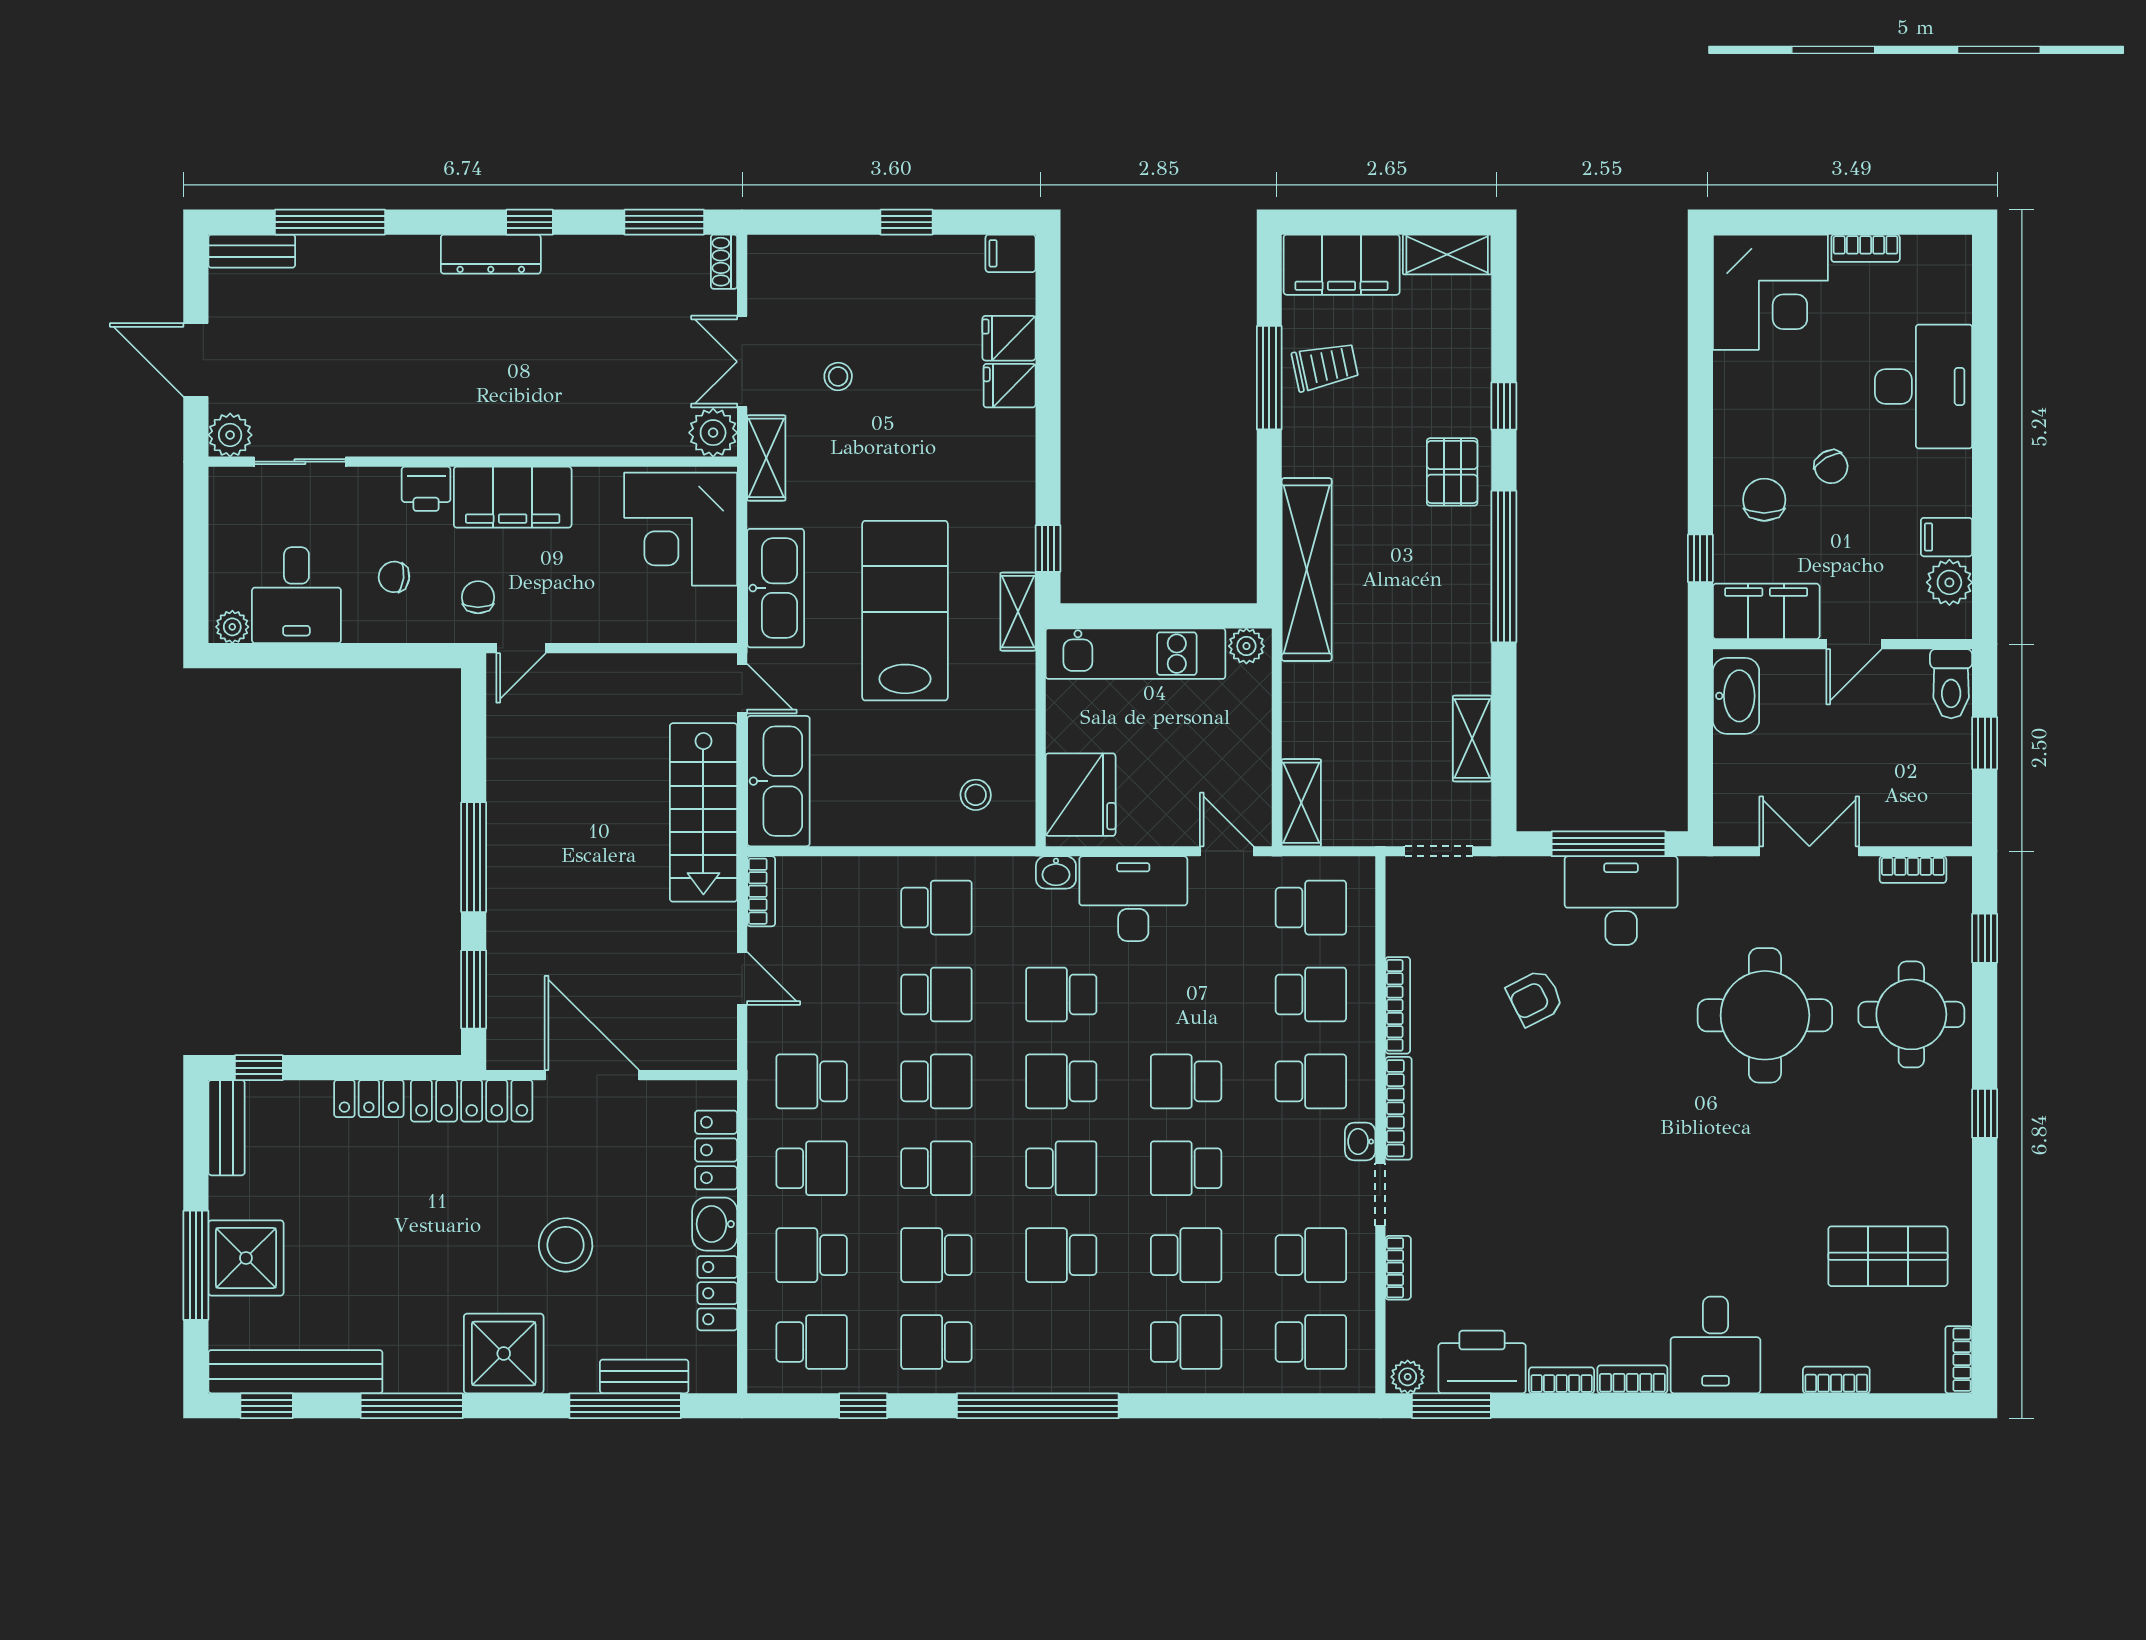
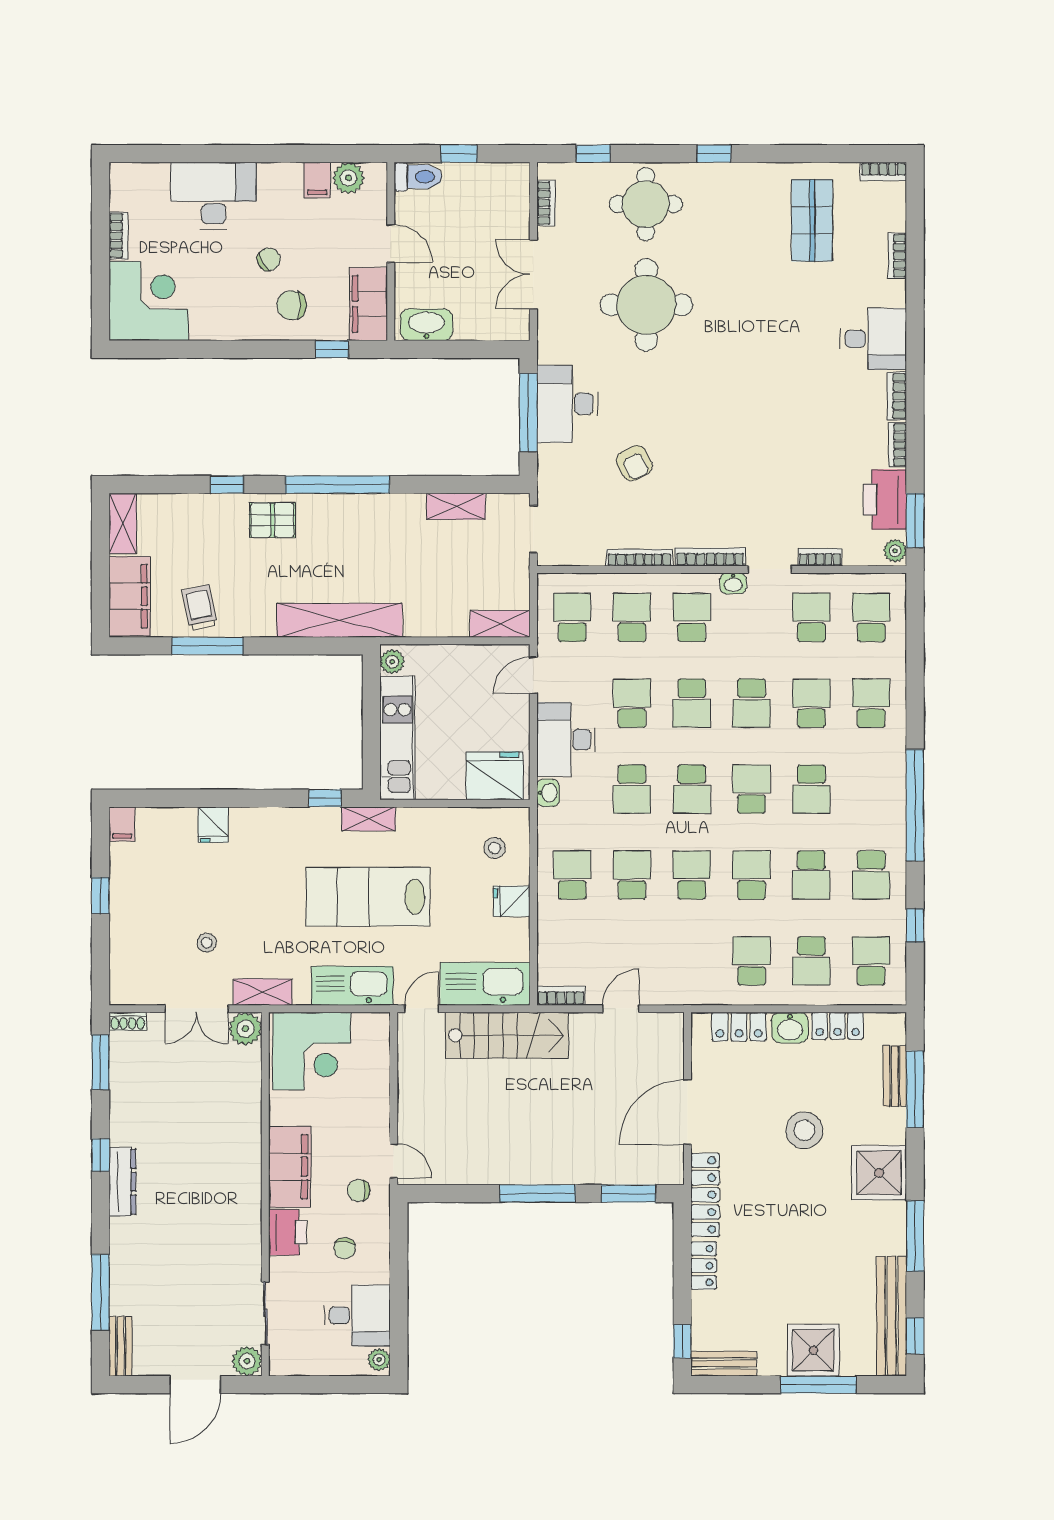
fridge: (1009, 338) -> (512, 901), moved, turned 90
printer: (426, 489) -> (288, 1232), width x1.36, depth x1.24
school desk: (812, 1081) -> (632, 703), moved, turned 180

